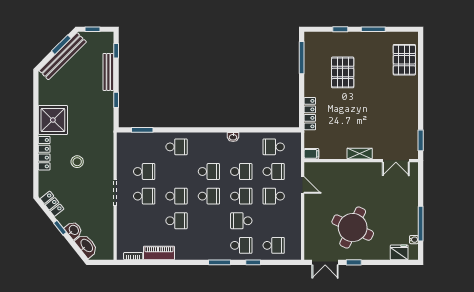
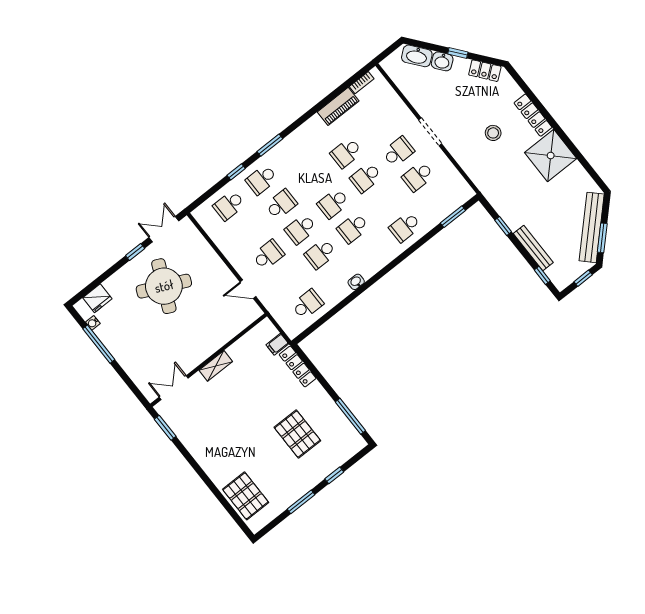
filing cabinet: (311, 154) -> (277, 344), moved
school desk: (274, 171) -> (288, 280), removed
school desk: (144, 196) -> (398, 152), turned 180

